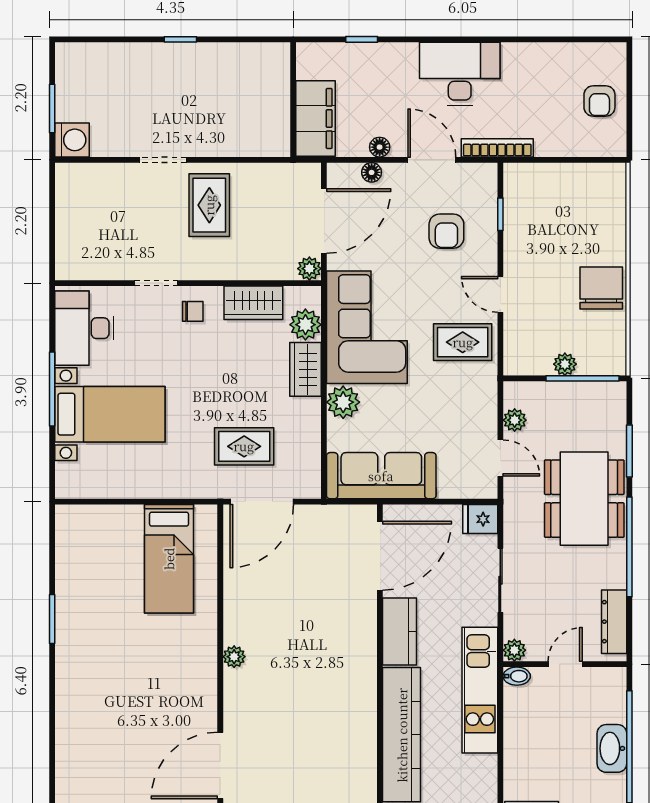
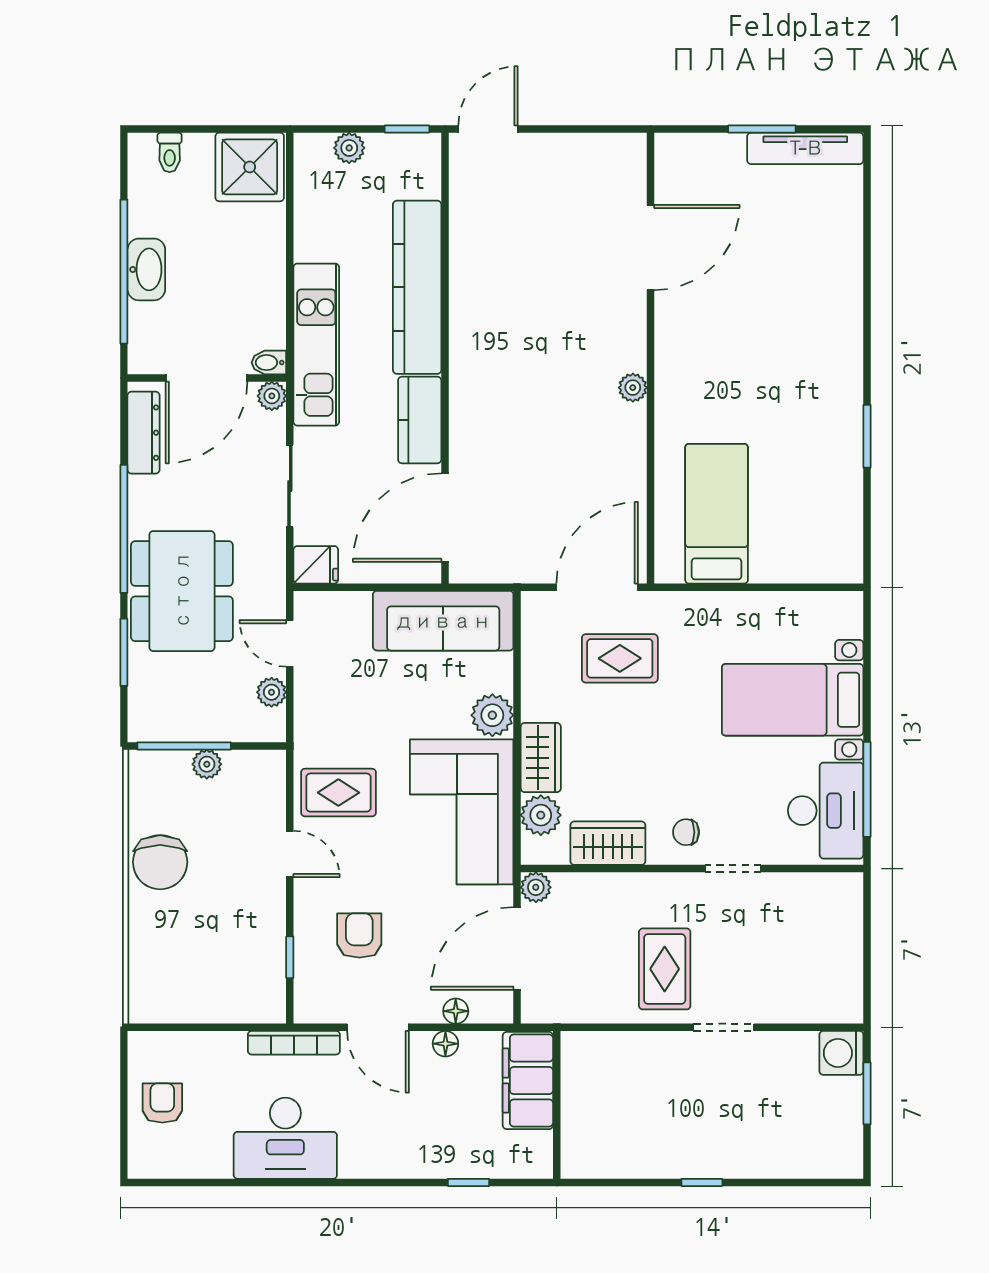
desk: (460, 74) -> (285, 1138), moved
window: (52, 389) -> (867, 789), moved
door: (565, 664) -> (207, 378), width x1.88

